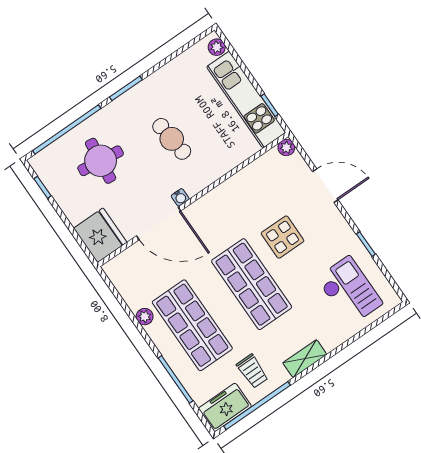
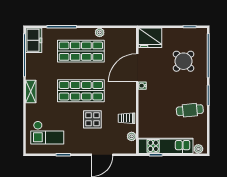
cafe table: (172, 139) -> (190, 110), moved
plant: (286, 148) -> (132, 136), moved
round table: (101, 161) -> (184, 61), turned 38
trolley: (252, 371) -> (127, 118), moved

